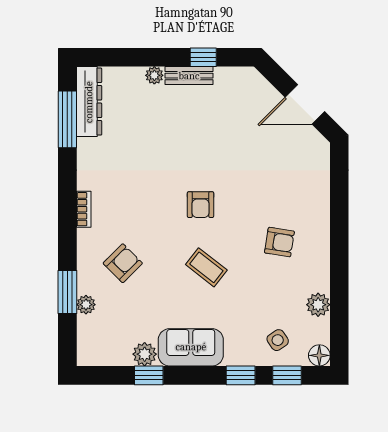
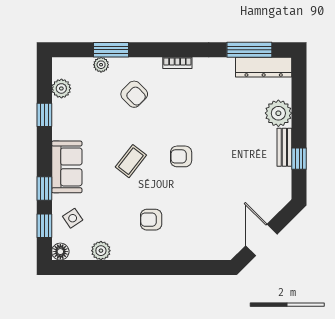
plant: (154, 75) -> (278, 113), width x1.88, depth x1.88
armchair: (279, 242) -> (151, 220), turned 81
sofa: (191, 347) -> (67, 167), moved
plant: (145, 354) -> (61, 88), moved

